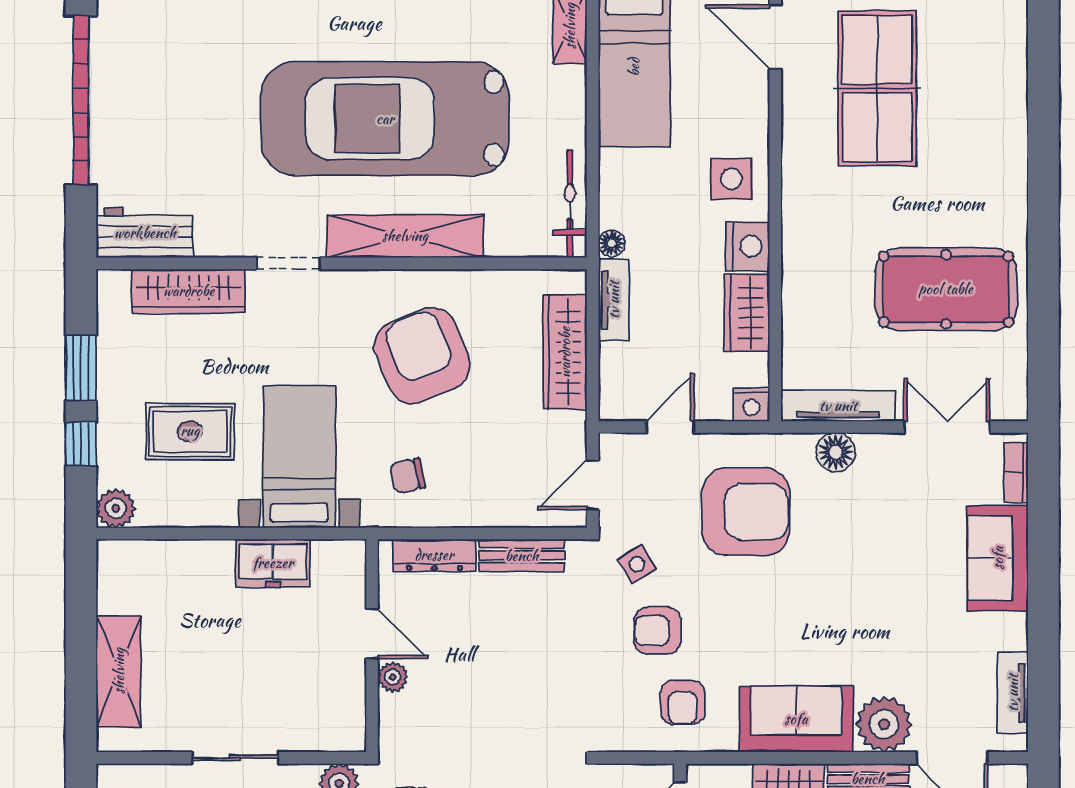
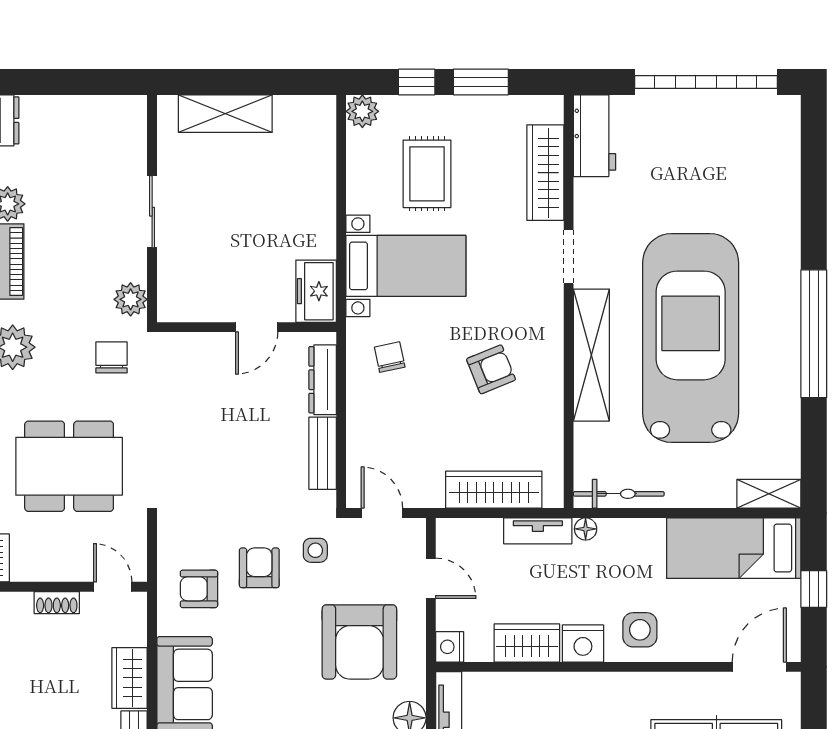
armchair: (422, 356) -> (491, 369), width x0.53, depth x0.53
freezer: (273, 563) -> (316, 291), moved
side table: (637, 564) -> (315, 550), turned 31
plant: (393, 677) -> (220, 345), removed

